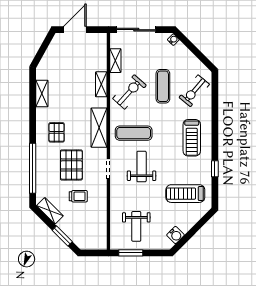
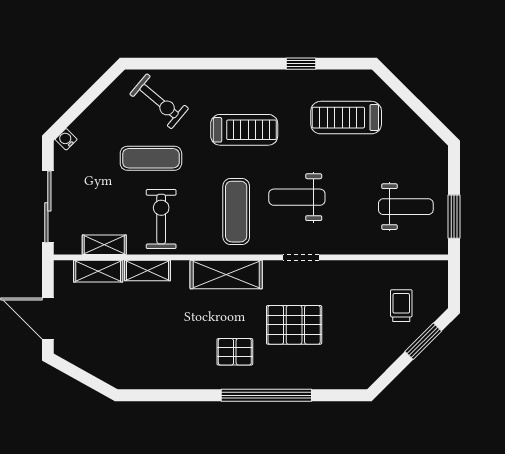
exercise bike: (129, 92) -> (161, 219), turned 48
shelving: (42, 94) -> (98, 271), moved
treadmill: (192, 138) -> (244, 130), moved
window: (33, 168) -> (266, 395), moved
treadmill: (185, 194) -> (346, 118), turned 90
trolley: (78, 196) -> (401, 306), moved
shelving: (50, 211) -> (377, 364), removed
water cooler: (175, 235) -> (422, 135), removed

